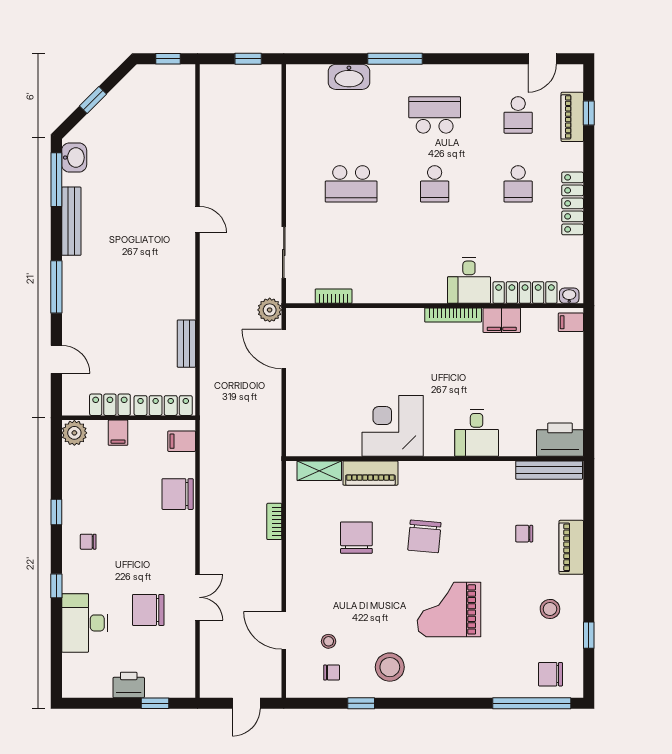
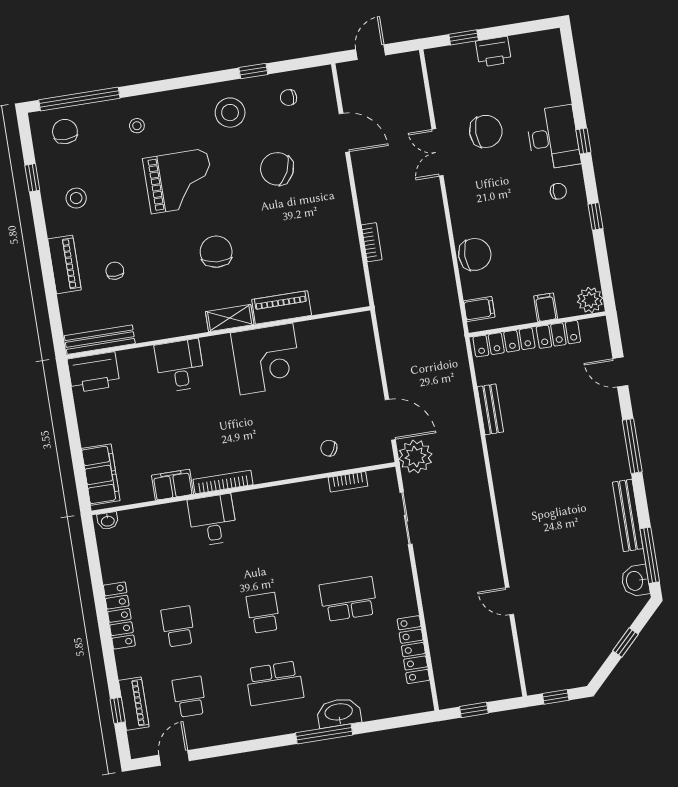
washbasin: (349, 77) -> (339, 713), moved
door: (198, 220) -> (509, 601), moved
locker: (525, 293) -> (413, 650), moved, turned 90
plant: (270, 310) -> (415, 457), width x1.36, depth x1.36
filing cabinet: (571, 322) -> (101, 475), width x3.00, depth x1.17
chair: (347, 331) -> (329, 448), added
shelving: (319, 471) -> (230, 318), moved
chair: (524, 534) -> (115, 271), turned -90
chair: (356, 538) -> (277, 169), moved, turned 116
desk: (85, 623) -> (553, 138), moved
stool: (329, 641) -> (137, 126), moved
chair: (551, 674) -> (65, 132), turned -90

